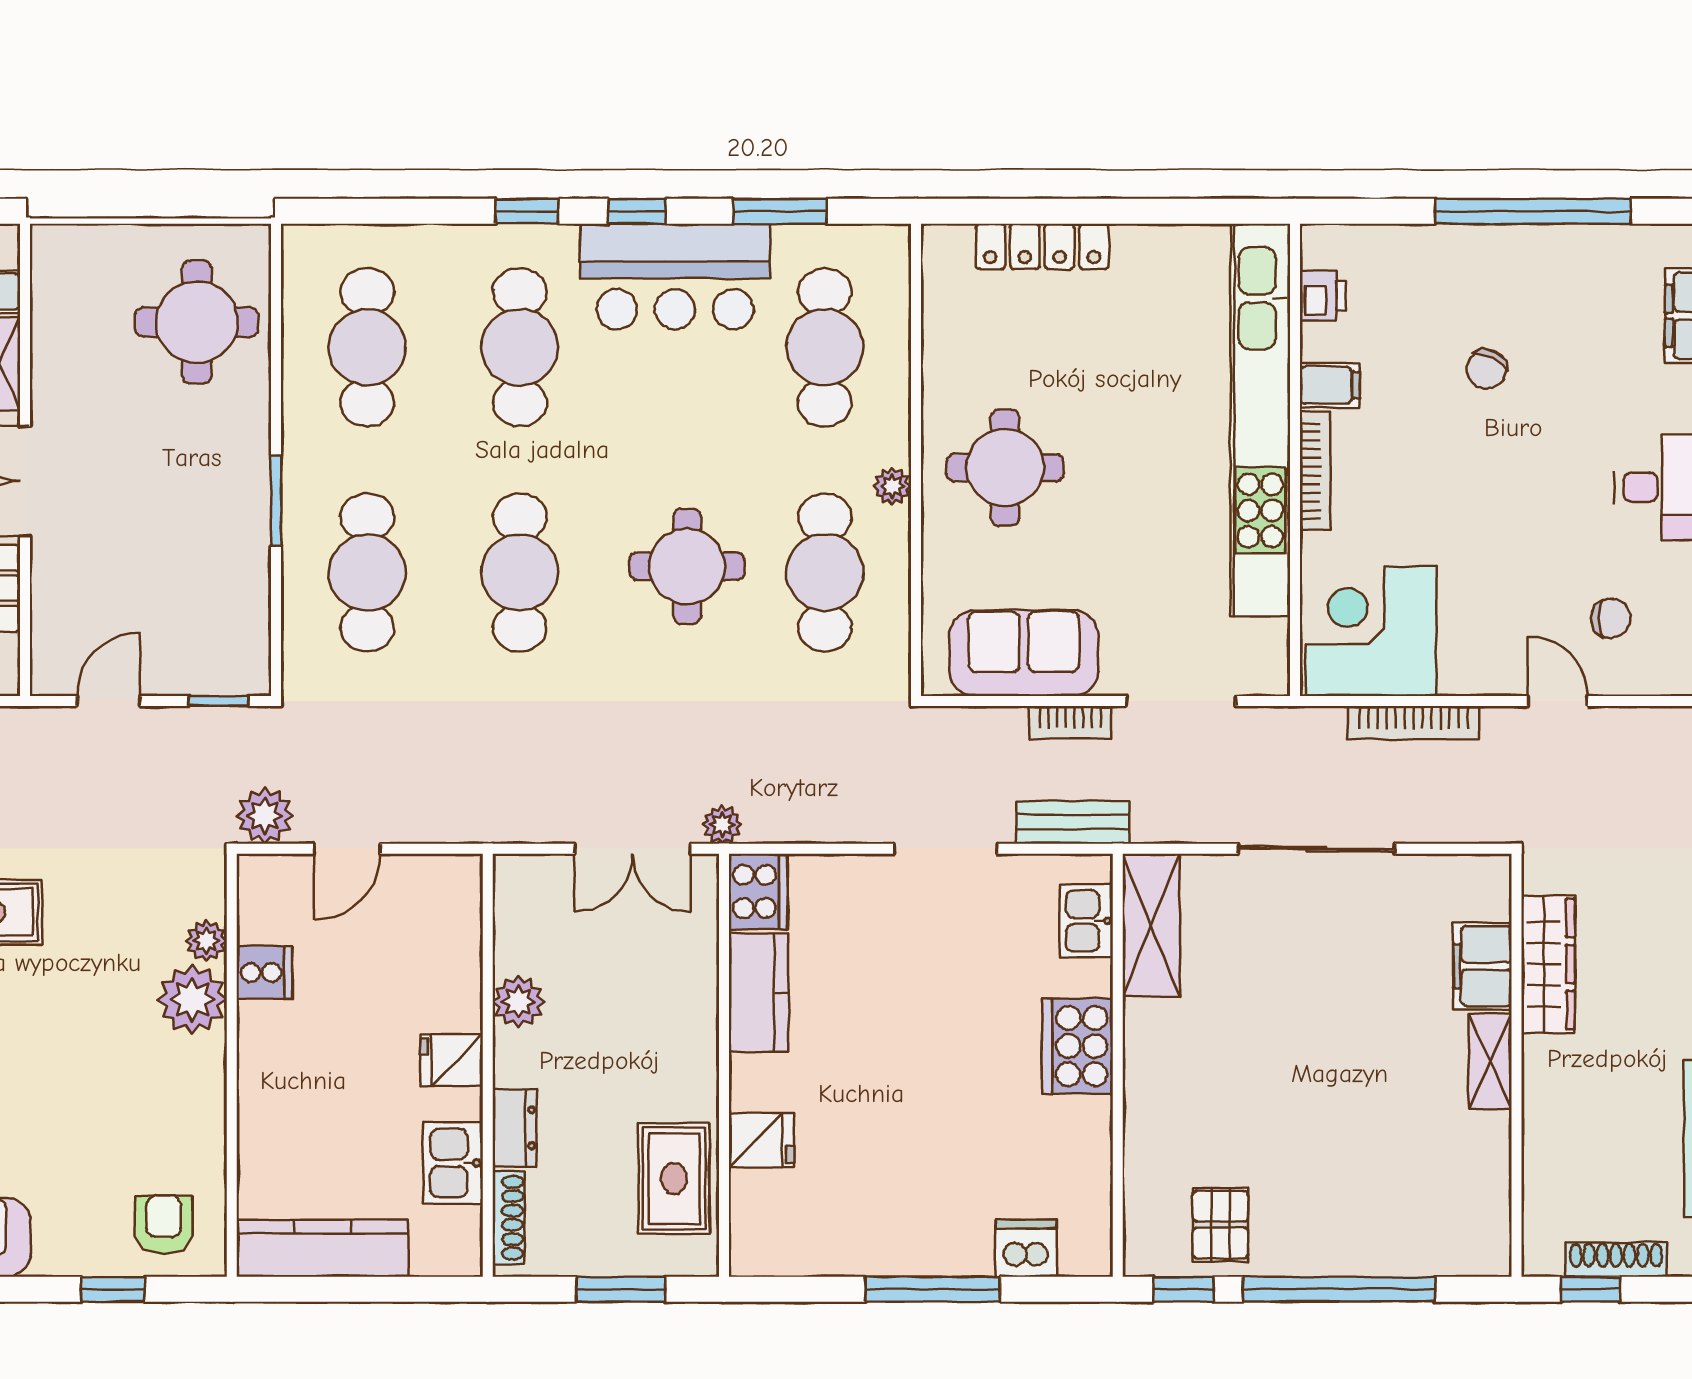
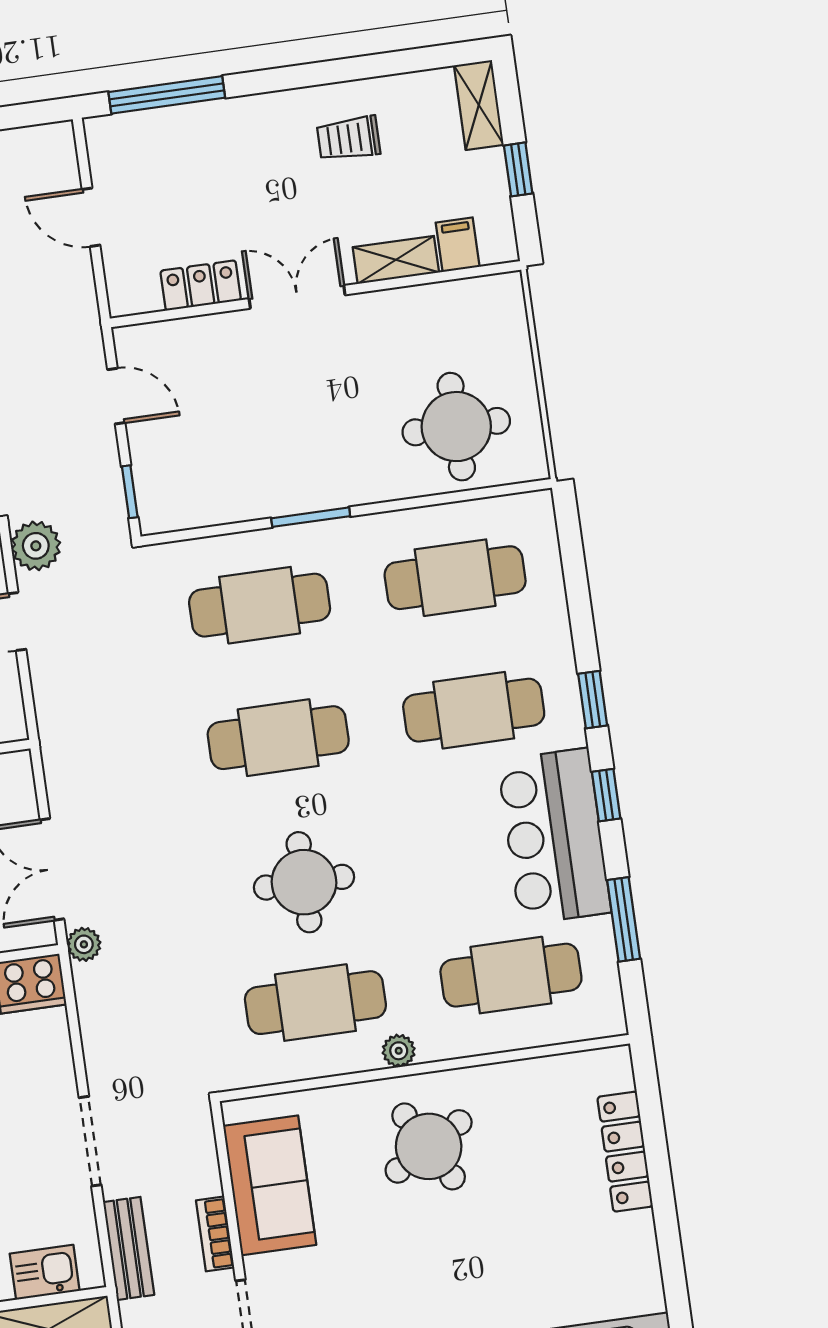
round table: (1005, 468) -> (429, 1146), turned -30

